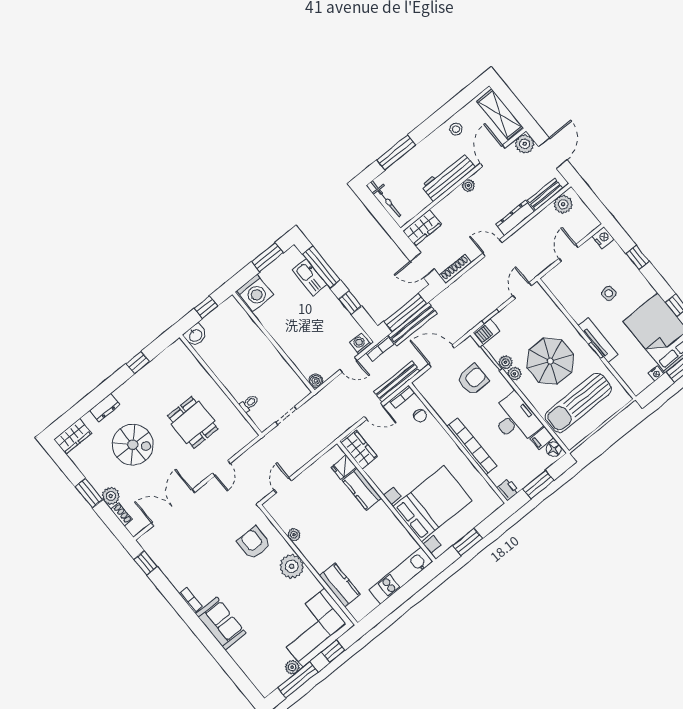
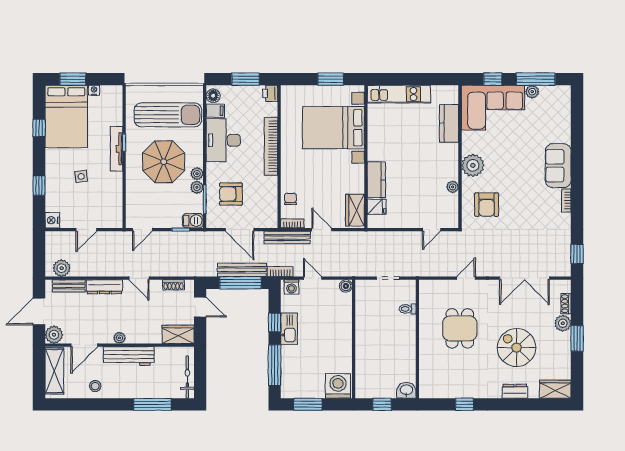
shoe rack: (455, 269) -> (174, 285), width x0.70
kitchen sink: (310, 277) -> (289, 329), moved

